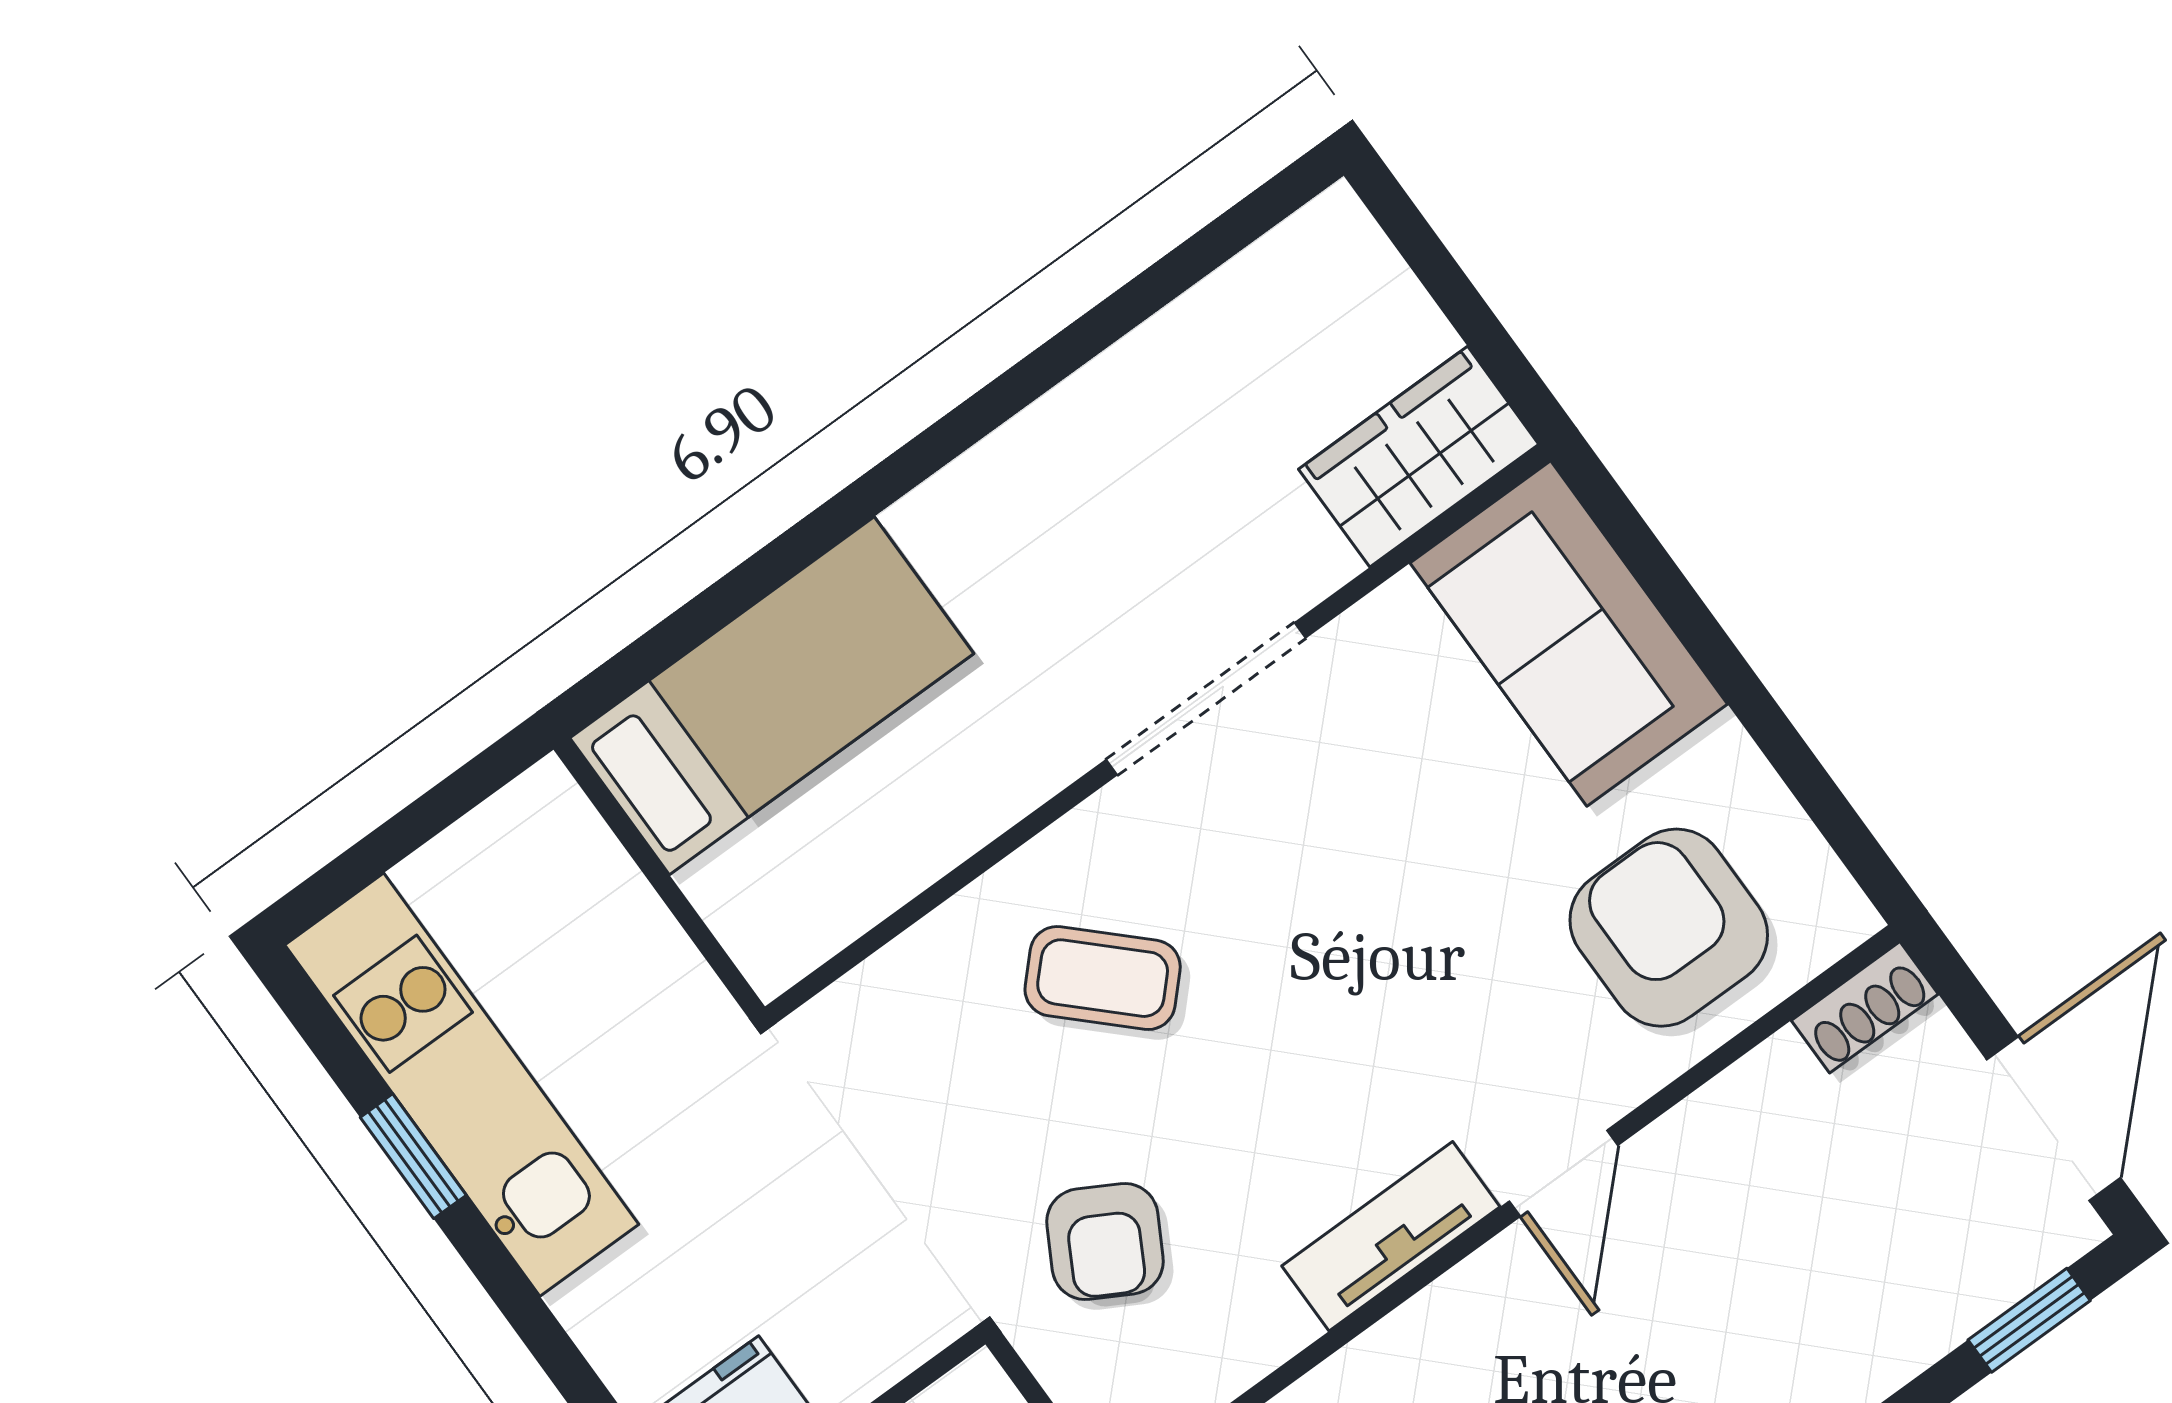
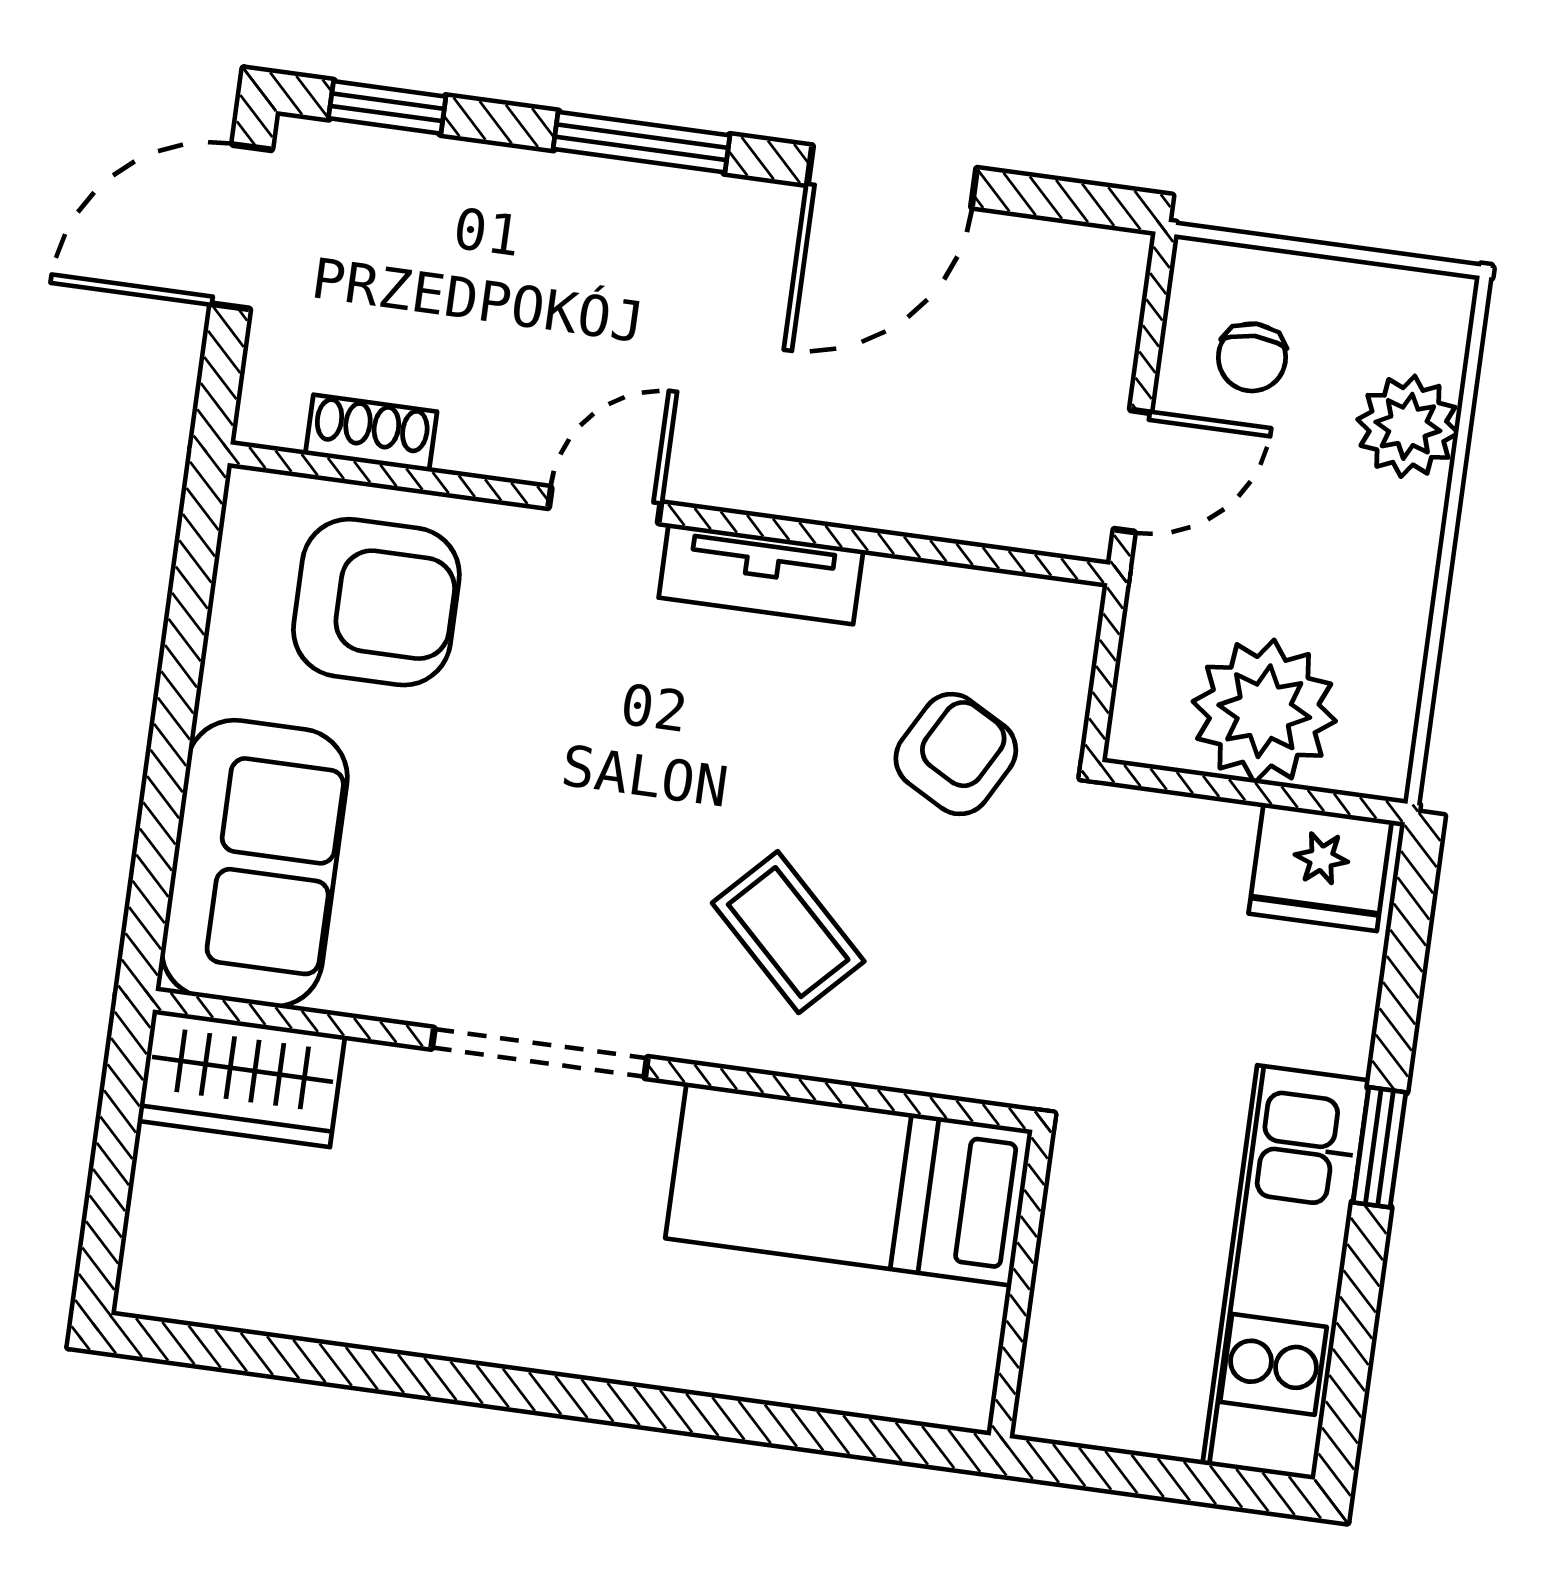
bed: (772, 696) -> (849, 1184), moved
armchair: (1669, 928) -> (376, 602), turned -90
shoe rack: (1865, 1007) -> (371, 433), moved
window: (413, 1156) -> (1379, 1147), moved

